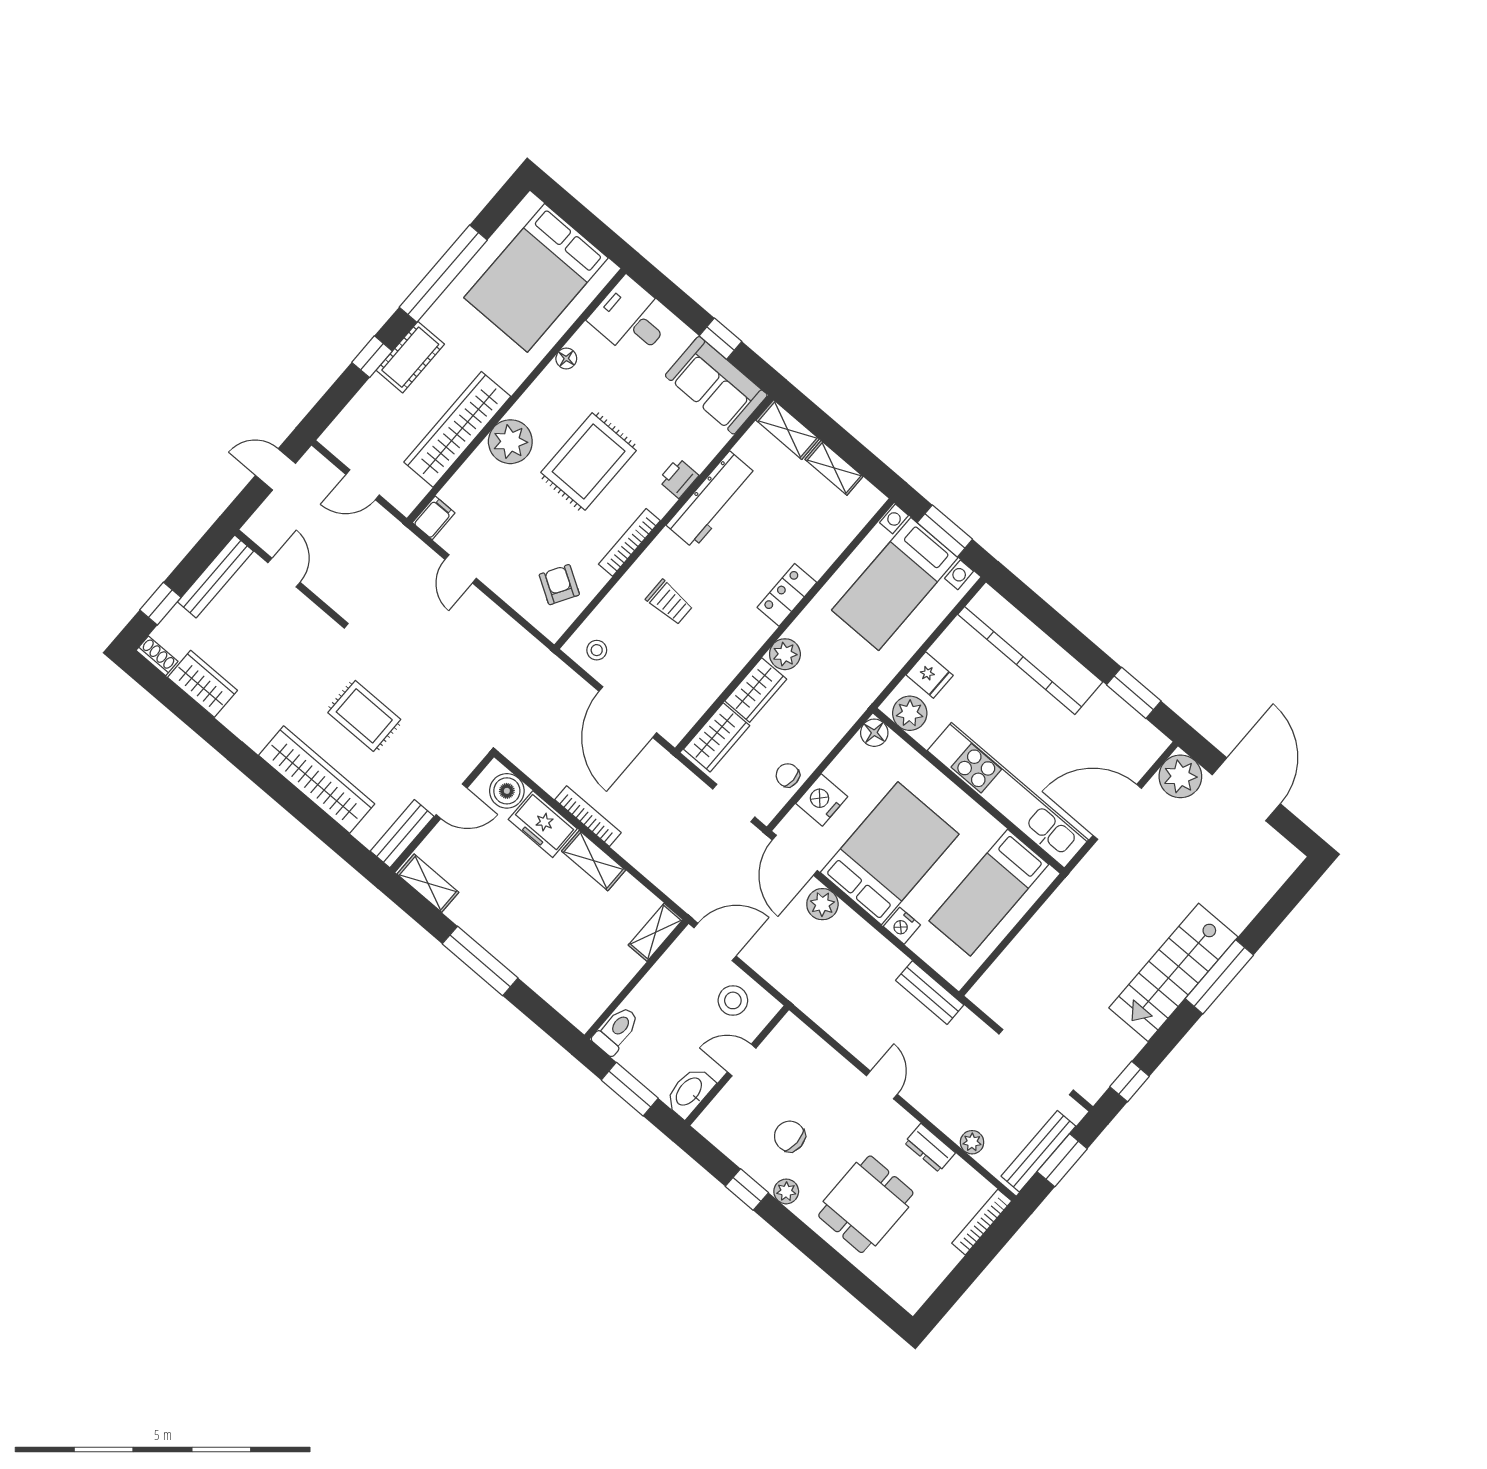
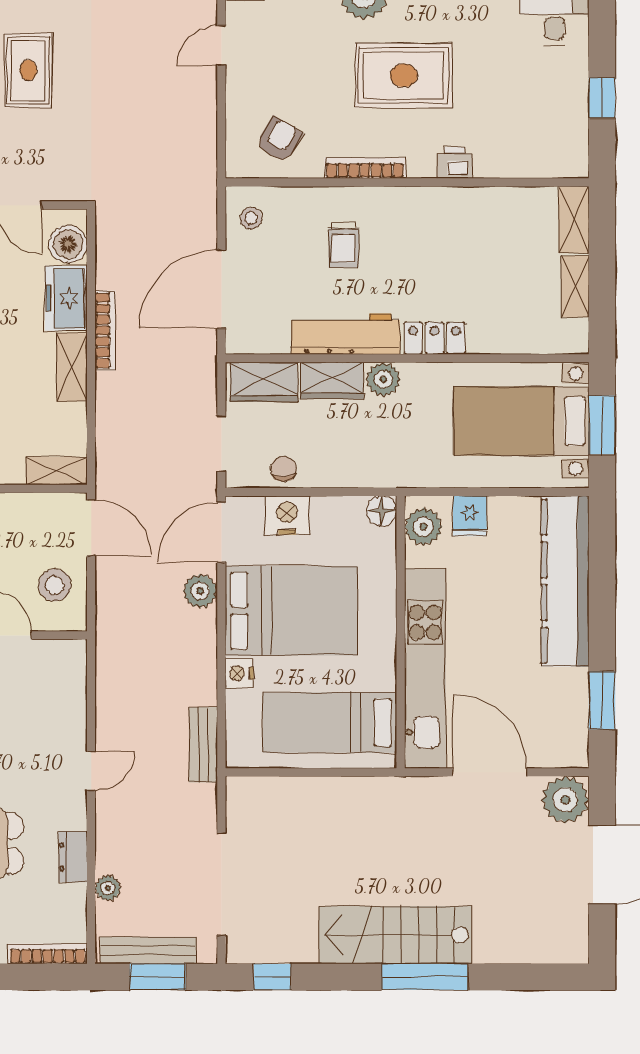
sofa: (716, 385) -> (560, 128), removed
workbench: (712, 500) -> (346, 334), moved, turned 180

